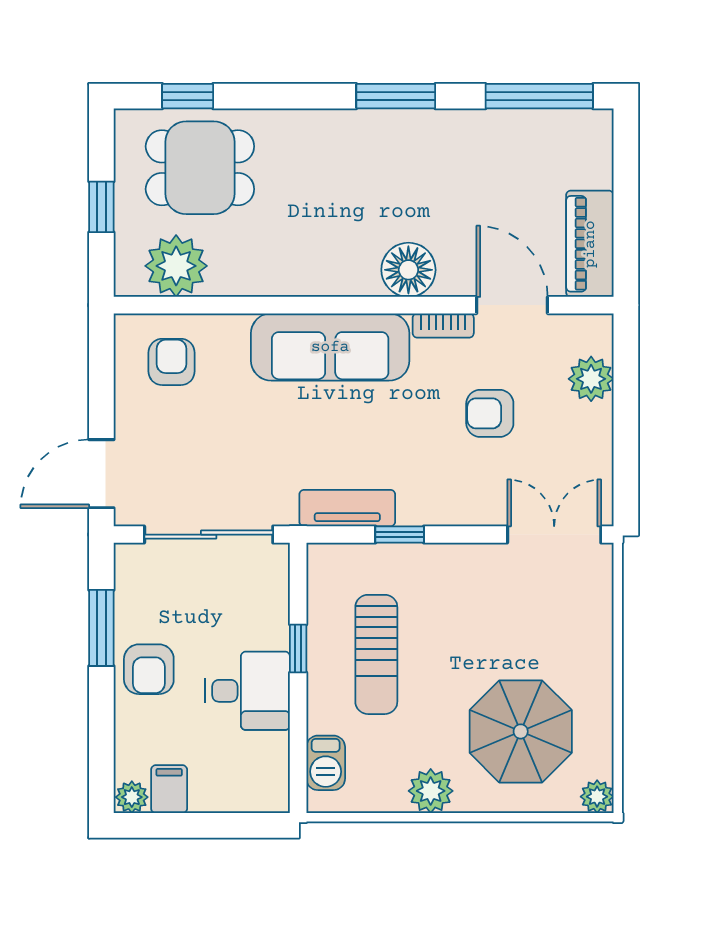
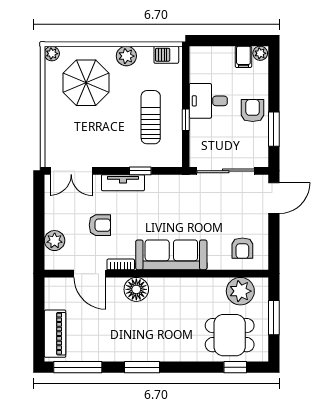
window: (101, 207) -> (274, 318), width x1.50
piano: (590, 244) -> (55, 334), moved
tv unit: (347, 508) -> (123, 183), moved
barbecue: (326, 763) -> (166, 55), moved, turned -90

